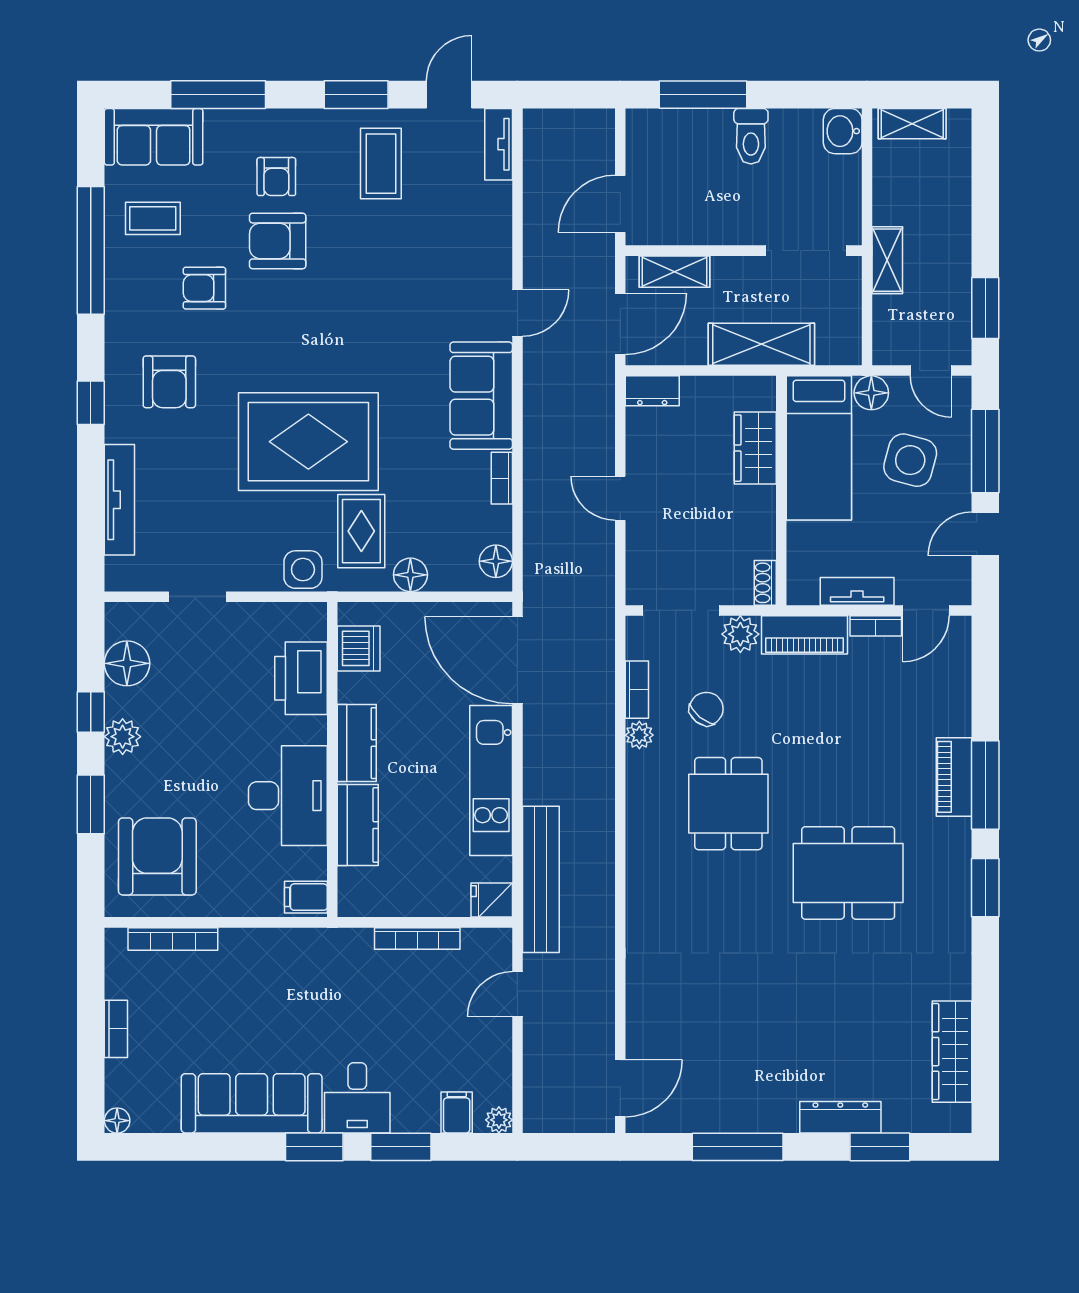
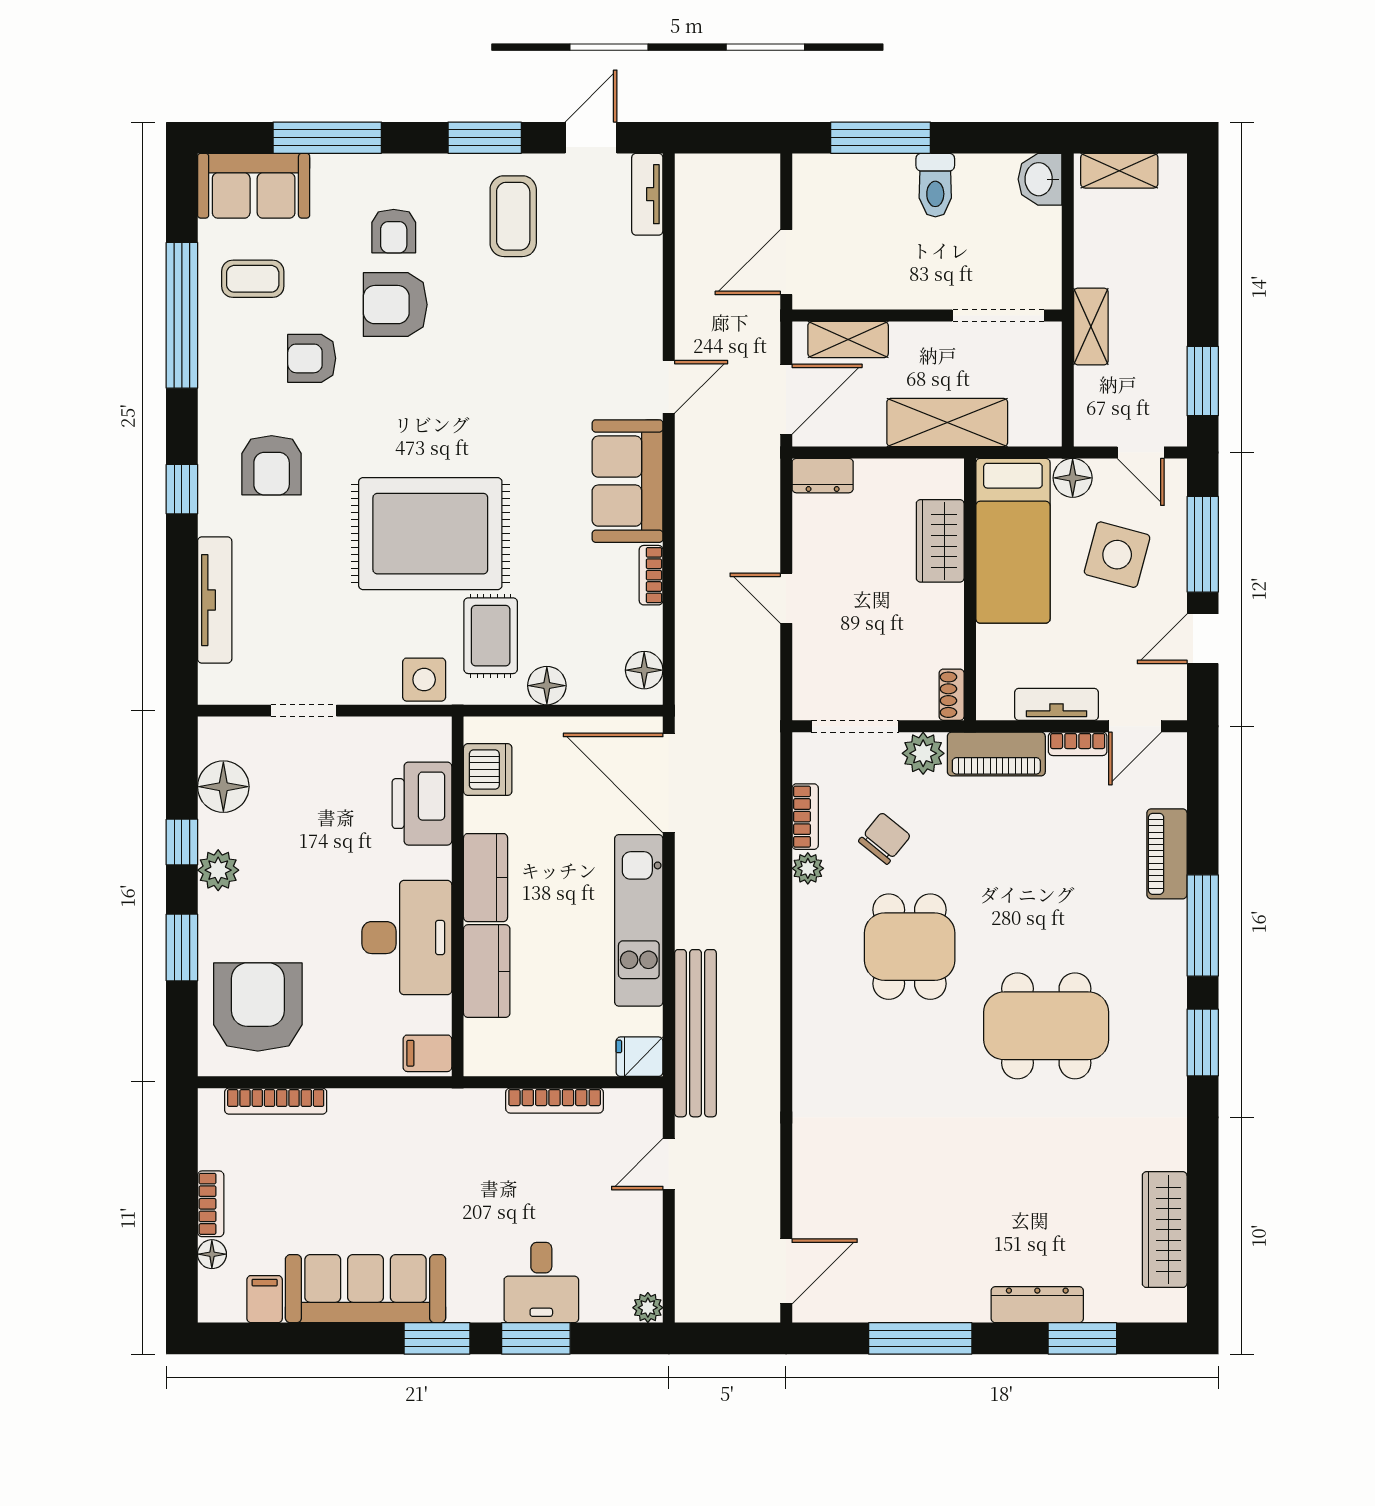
piano: (954, 777) -> (1167, 854), moved
desk: (357, 1098) -> (541, 1282), moved
filing cabinet: (457, 1112) -> (265, 1299), moved
floor lamp: (117, 1121) -> (212, 1254), moved

